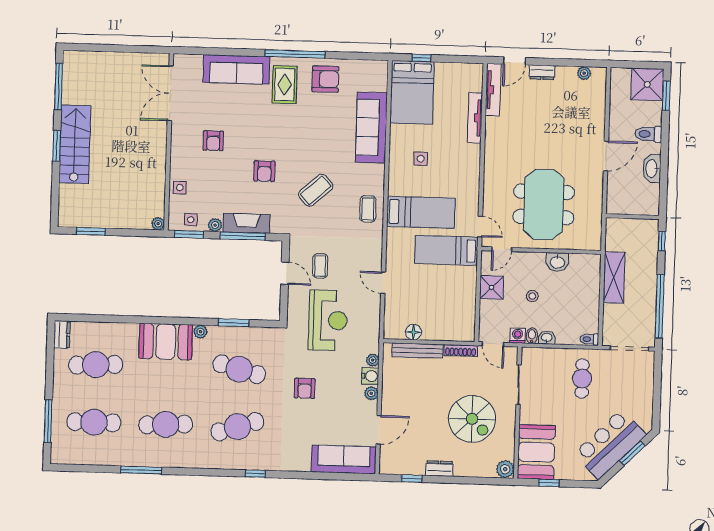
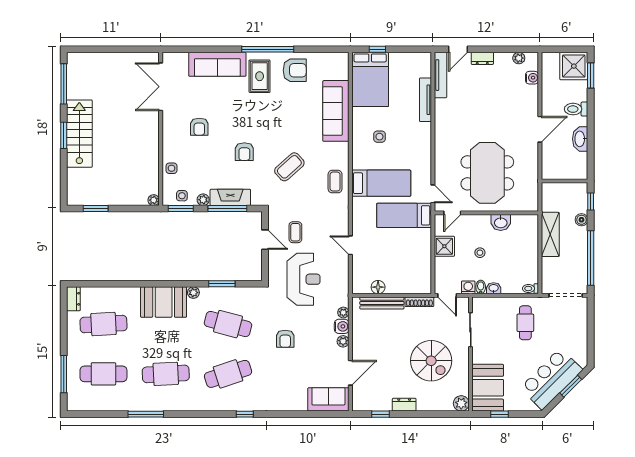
water cooler: (599, 96) -> (532, 78), added
boiler: (651, 262) -> (581, 220), added
sofa: (344, 459) -> (328, 399), width x0.73

